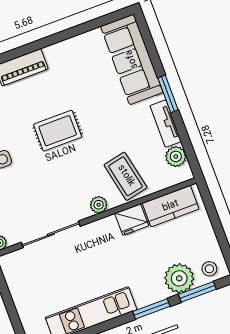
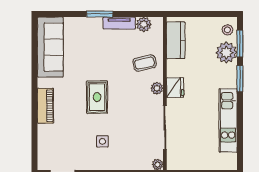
sofa: (132, 59) -> (50, 47), moved, turned -90
coffee table: (126, 176) -> (145, 63), width x0.73, depth x0.77
fridge: (132, 220) -> (175, 87), moved

